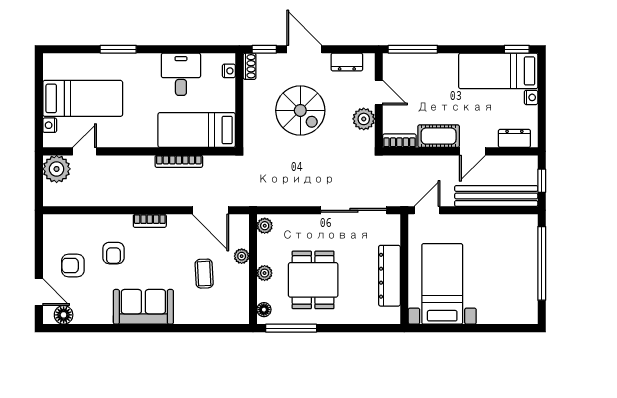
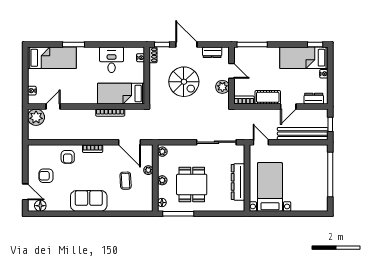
bed: (83, 98) -> (52, 58), moved
door: (427, 210) -> (261, 142), hinge flipped
armchair: (113, 253) -> (68, 157), moved

